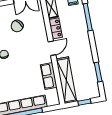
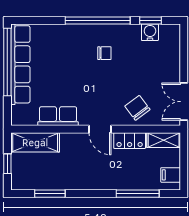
chair: (17, 26) -> (137, 108), moved
shelving: (66, 80) -> (35, 142), width x0.68

